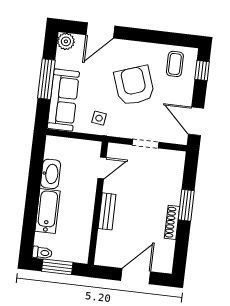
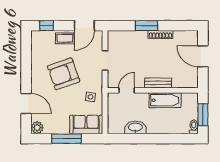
coffee table: (175, 64) -> (65, 38), moved
sofa: (63, 100) -> (86, 125), width x0.73
door: (102, 168) -> (127, 90), hinge flipped
bathtub: (48, 211) -> (165, 100), moved, turned 180

